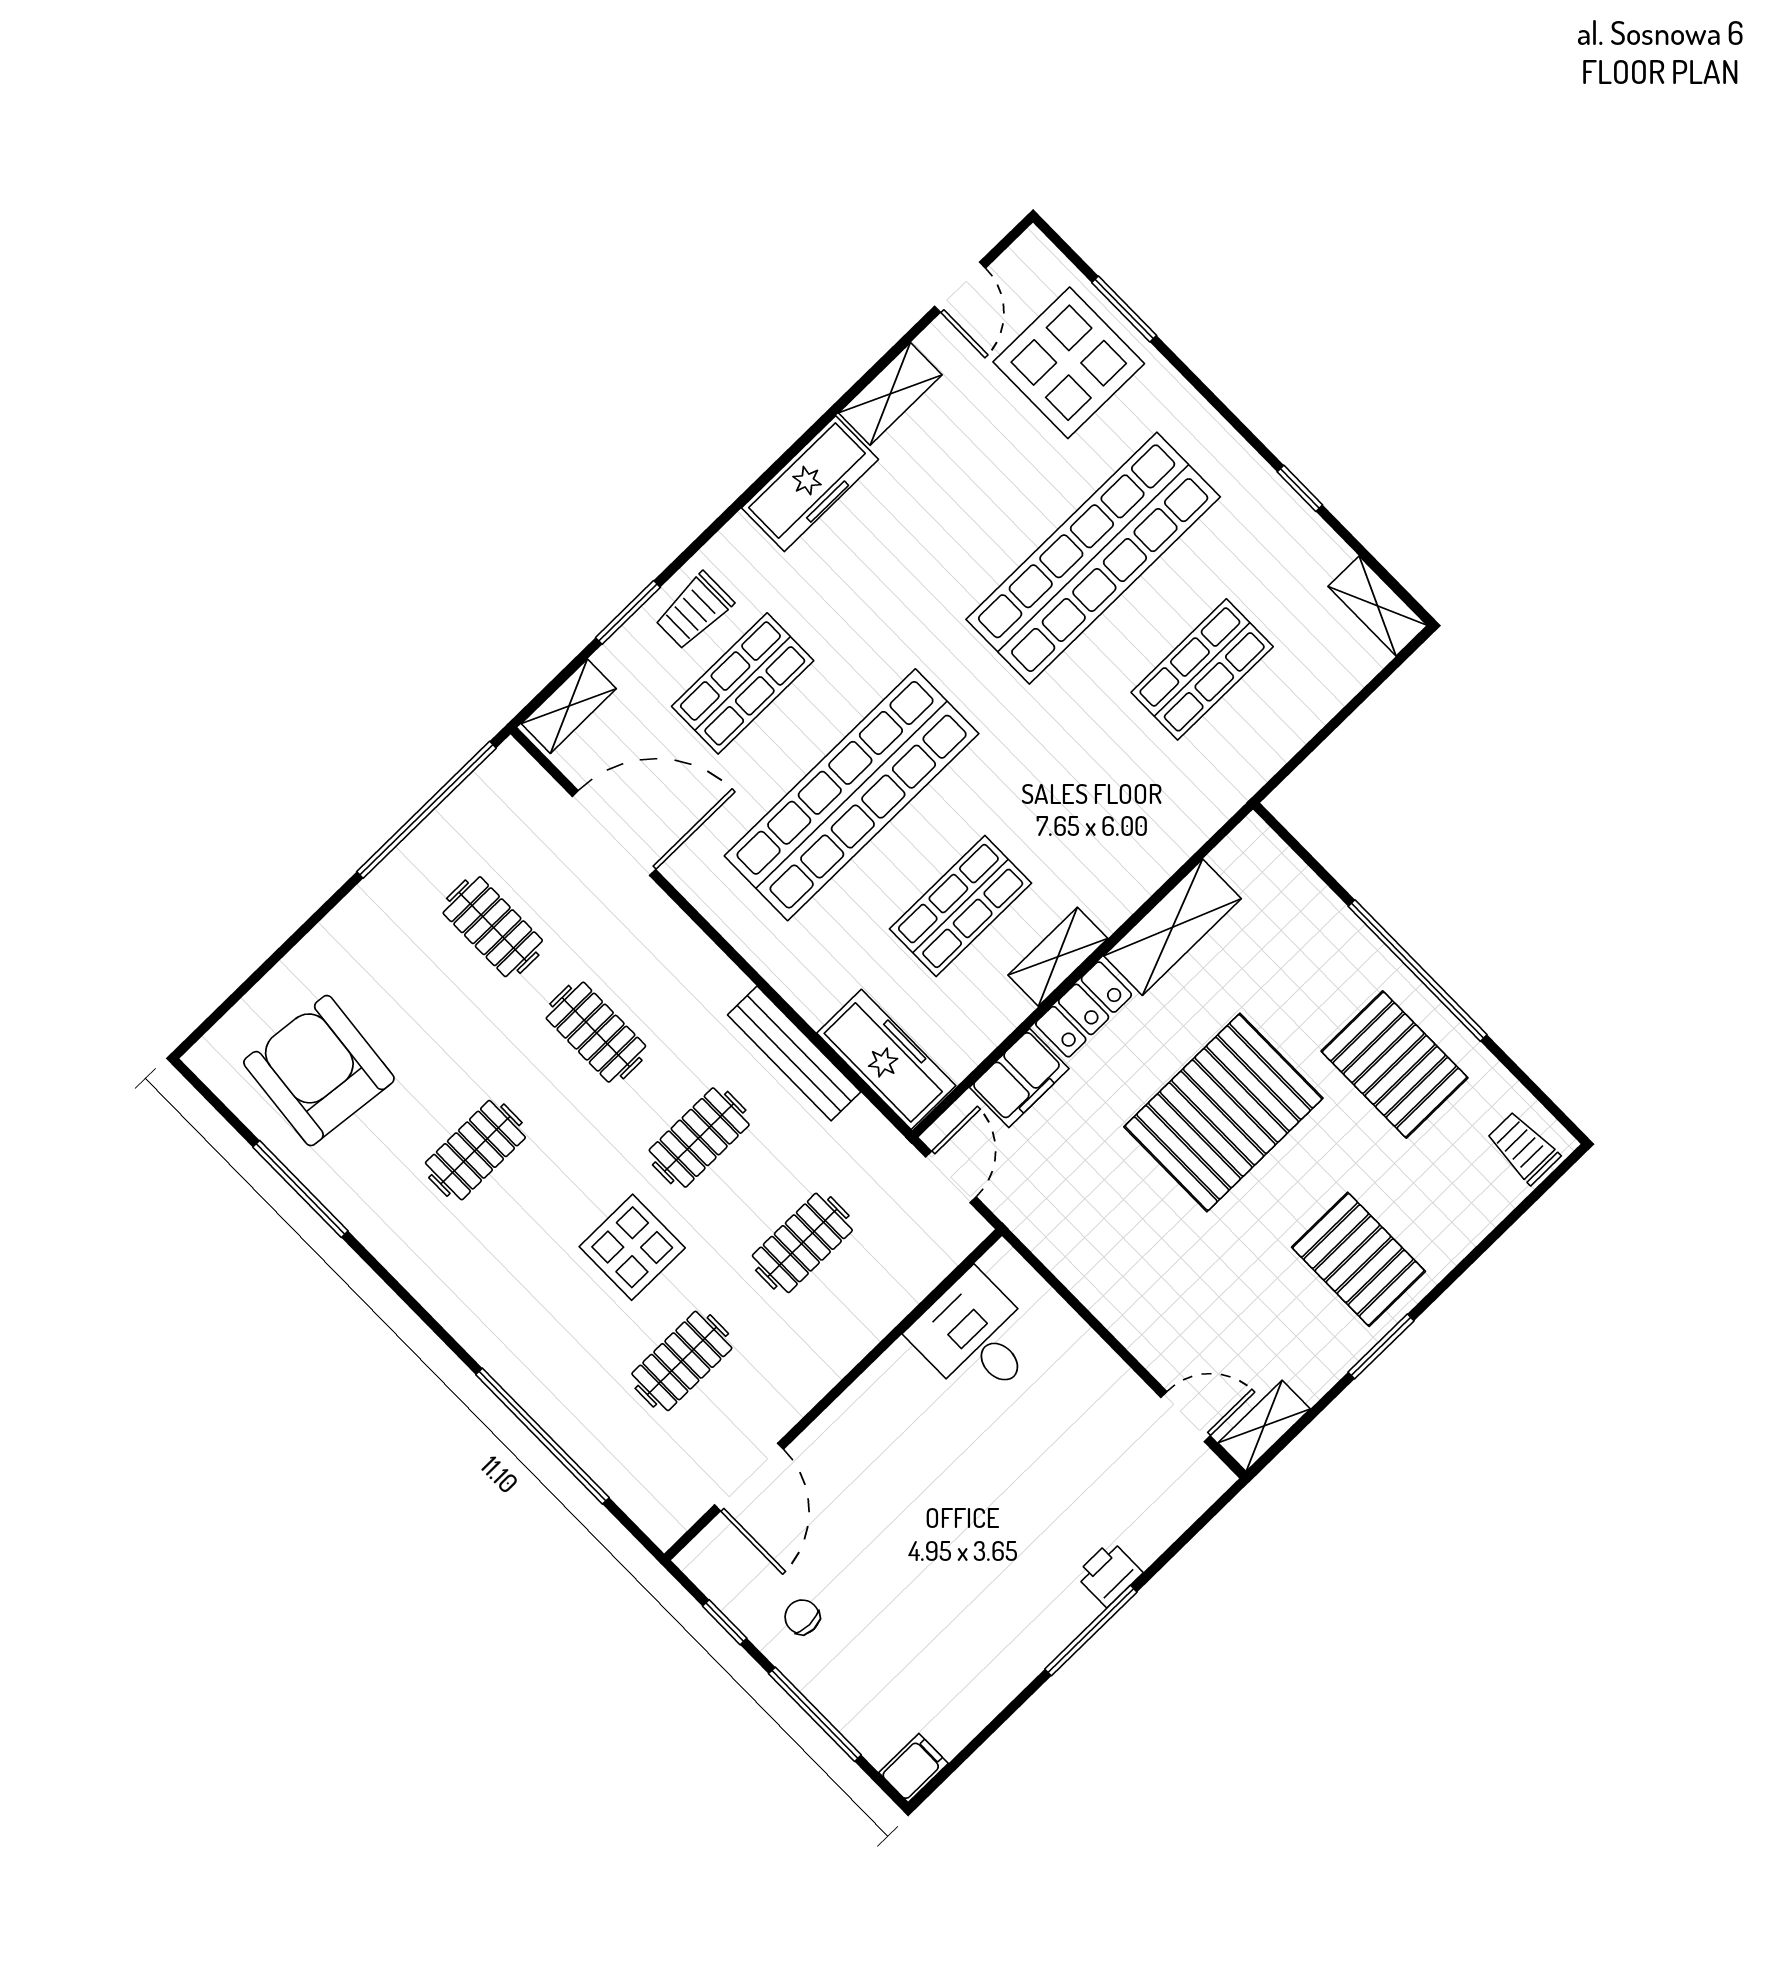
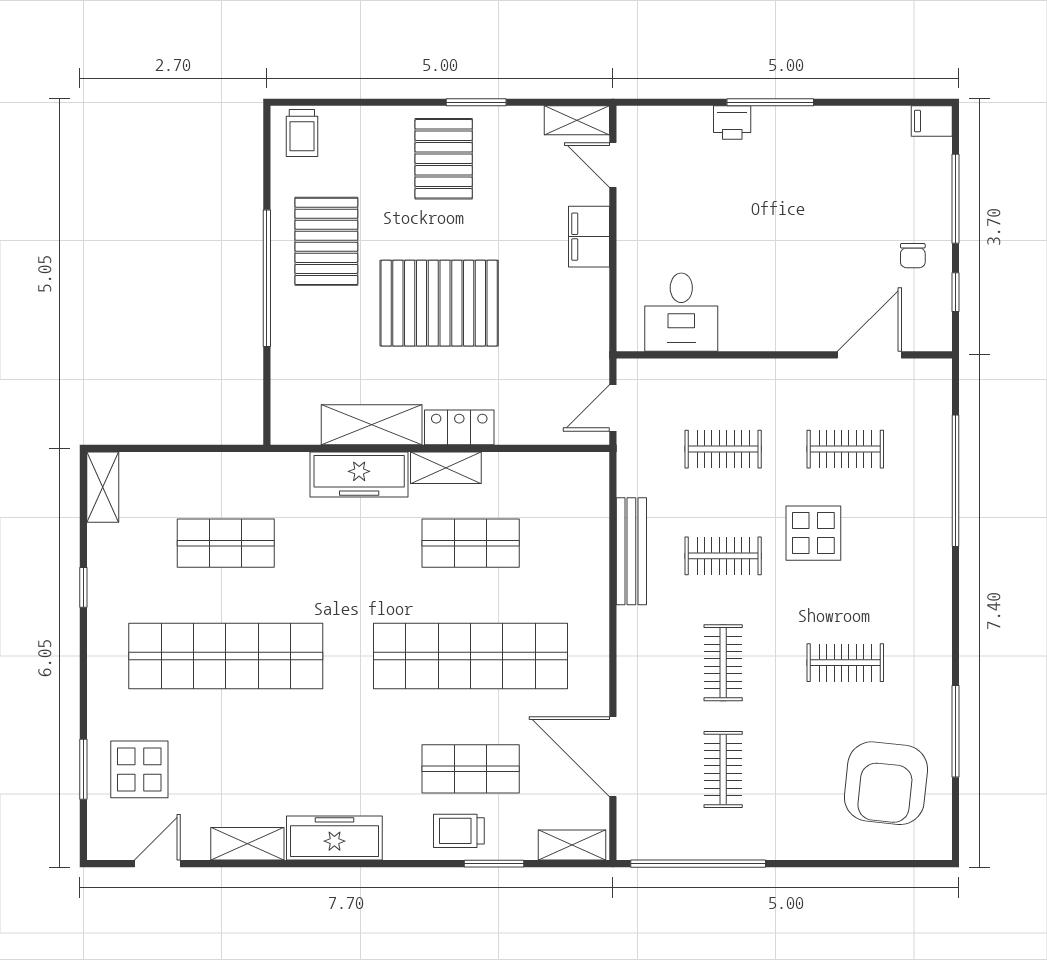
display table: (1069, 363) -> (139, 769), width x0.73, depth x0.73
trolley: (694, 611) -> (459, 831), turned 180
freezer: (886, 1059) -> (359, 475), moved, turned -90
filing cabinet: (1019, 1078) -> (589, 237), moved, turned -90

